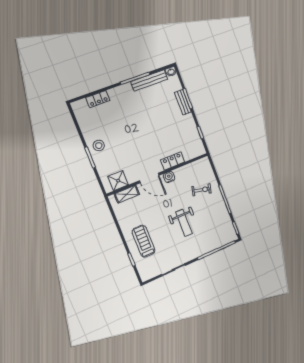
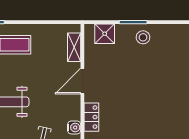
water cooler: (169, 177) -> (74, 127), moved
shower: (118, 181) -> (105, 34), moved

